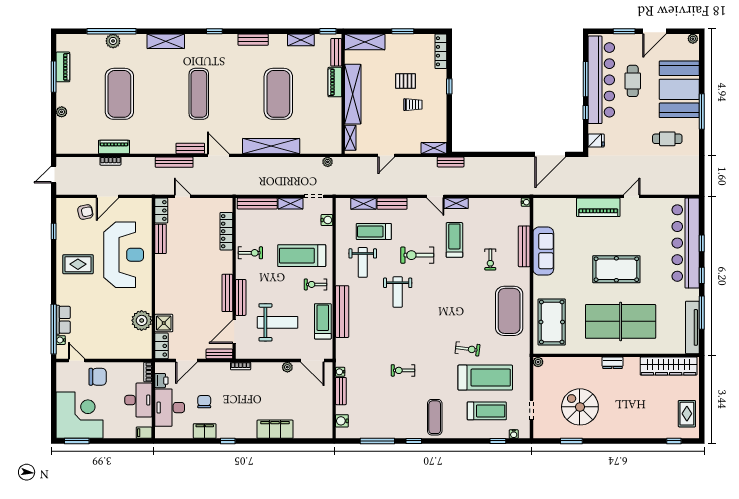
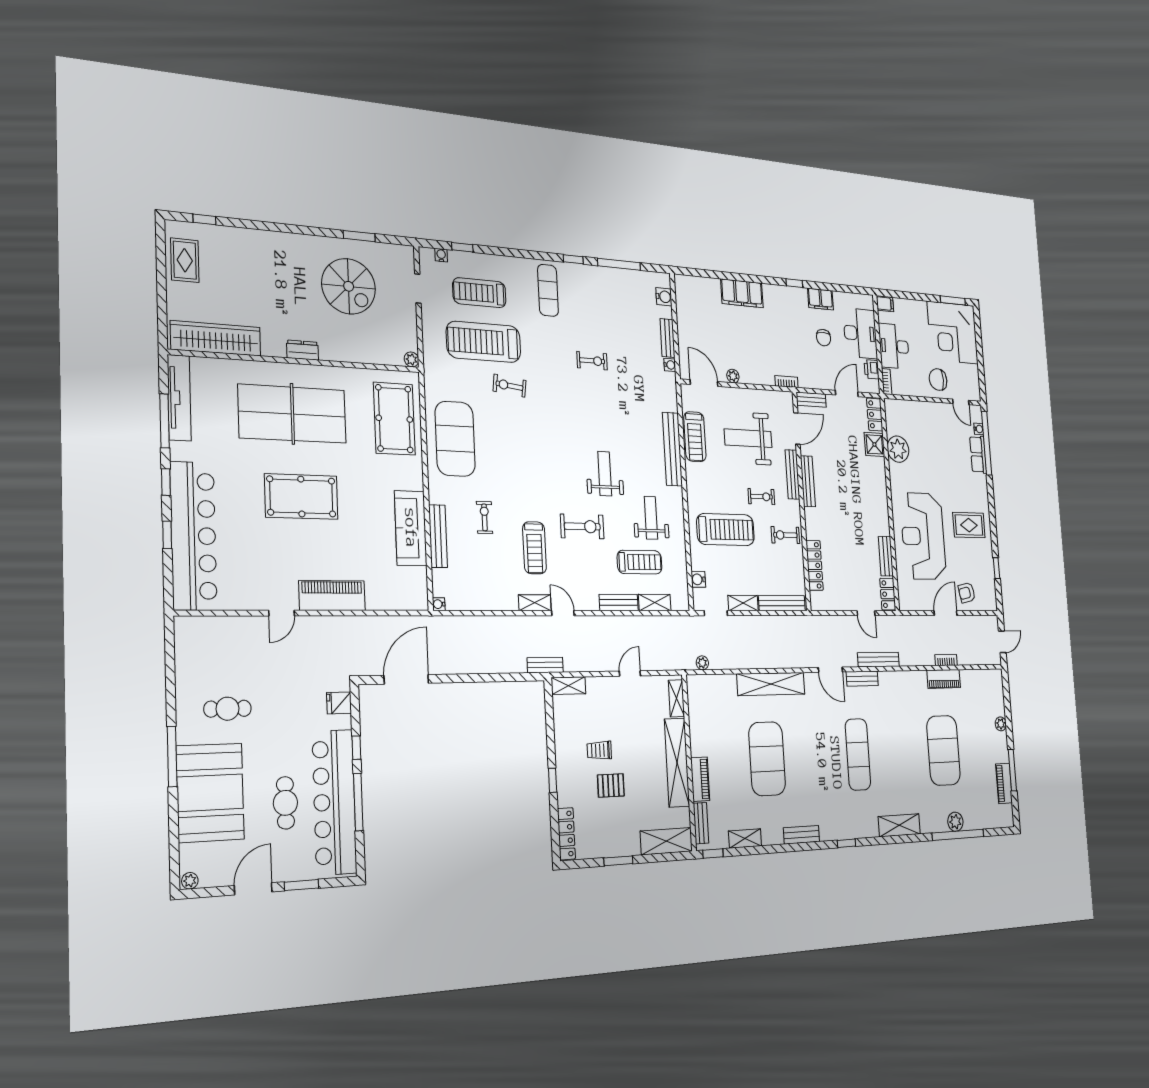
exercise bike: (316, 284) -> (761, 497), moved

